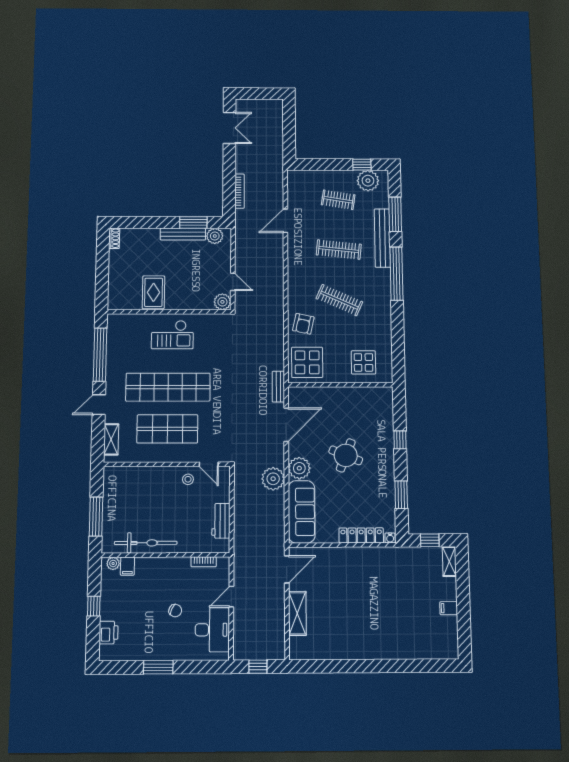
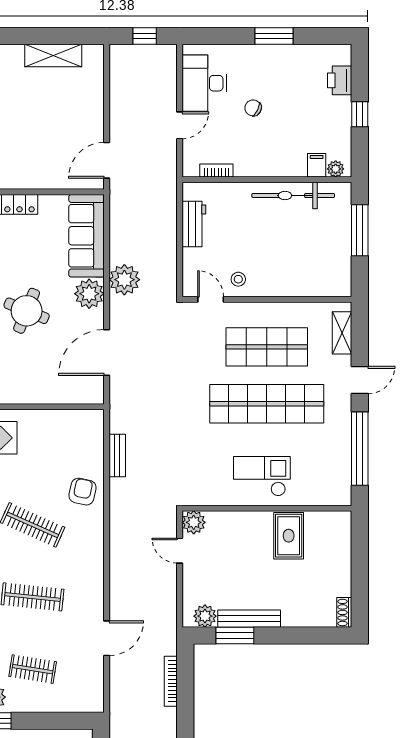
display table: (307, 362) -> (78, 438), removed
bench: (278, 387) -> (117, 455), moved
shelving: (297, 613) -> (53, 56), moved, turned 90

